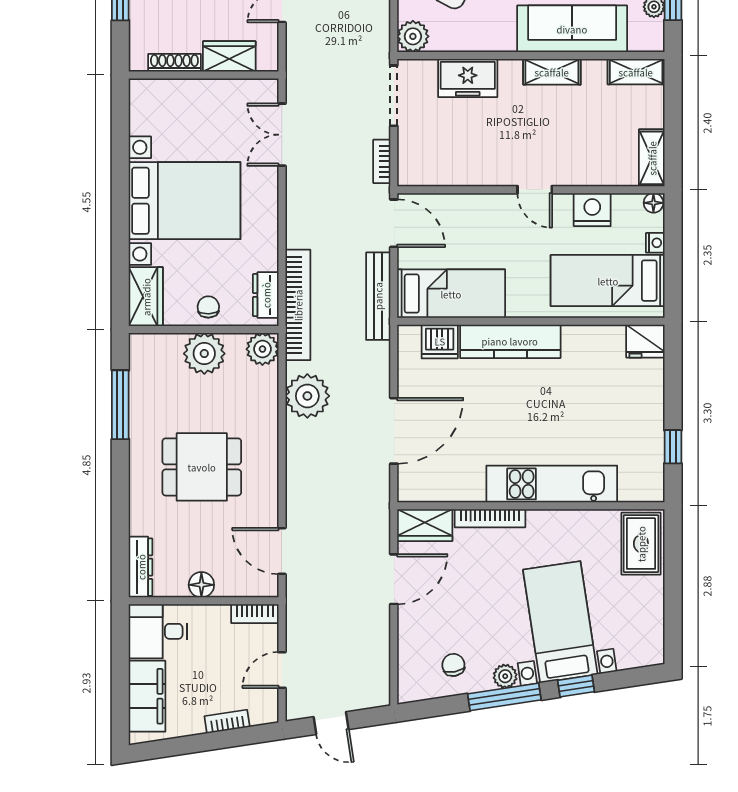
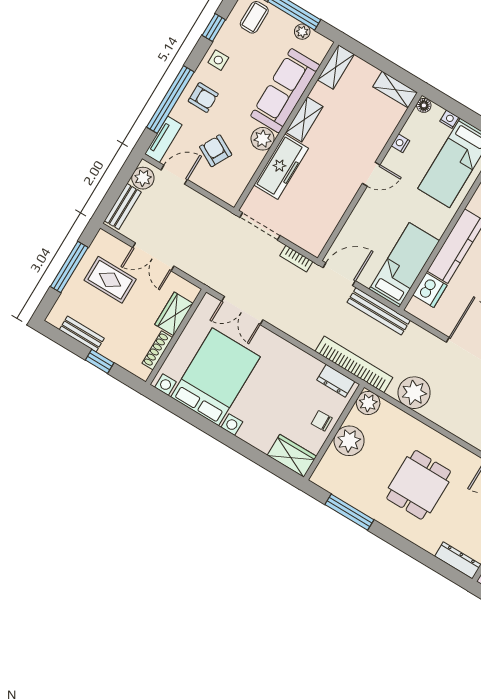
plant: (413, 36) -> (263, 139), moved
freezer: (468, 78) -> (281, 167), width x1.40
bed with nightstands: (185, 201) -> (215, 377), moved
nightstand: (592, 210) -> (401, 143), width x0.53, depth x0.56

